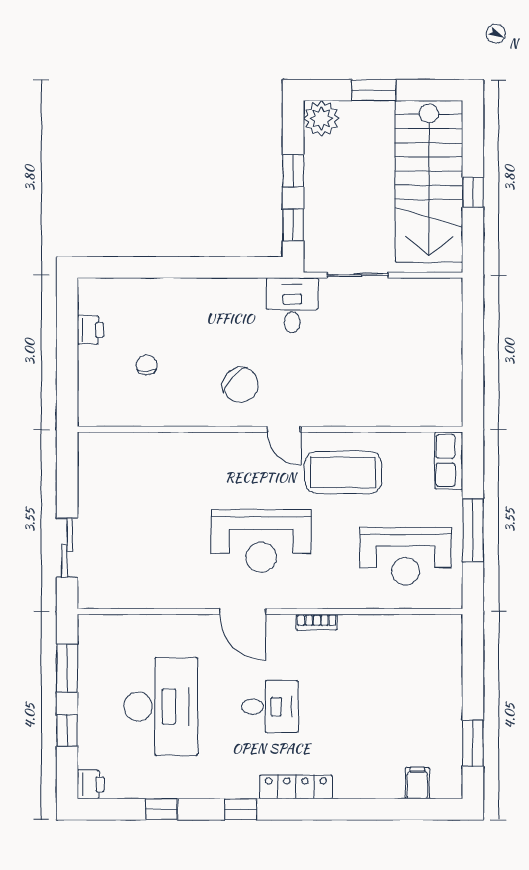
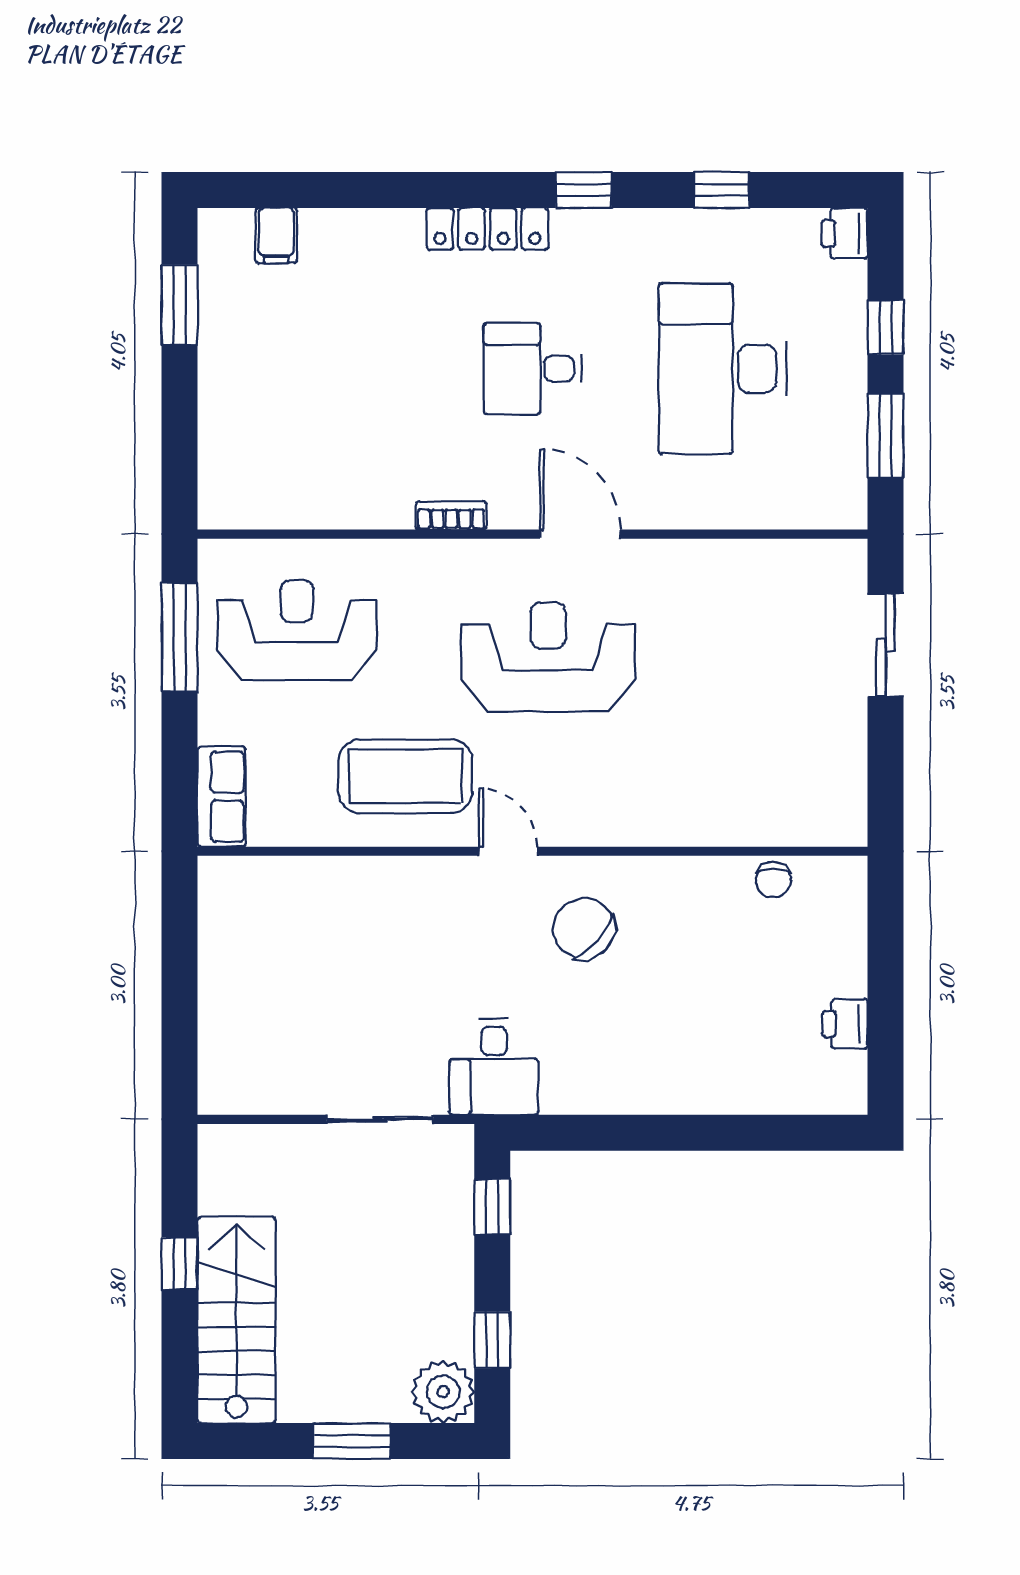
window: (293, 171) -> (492, 1340), moved
stairs: (429, 181) -> (236, 1320), width x0.73, depth x0.66
chair: (147, 365) -> (773, 880), moved
window: (473, 530) -> (180, 637), moved

